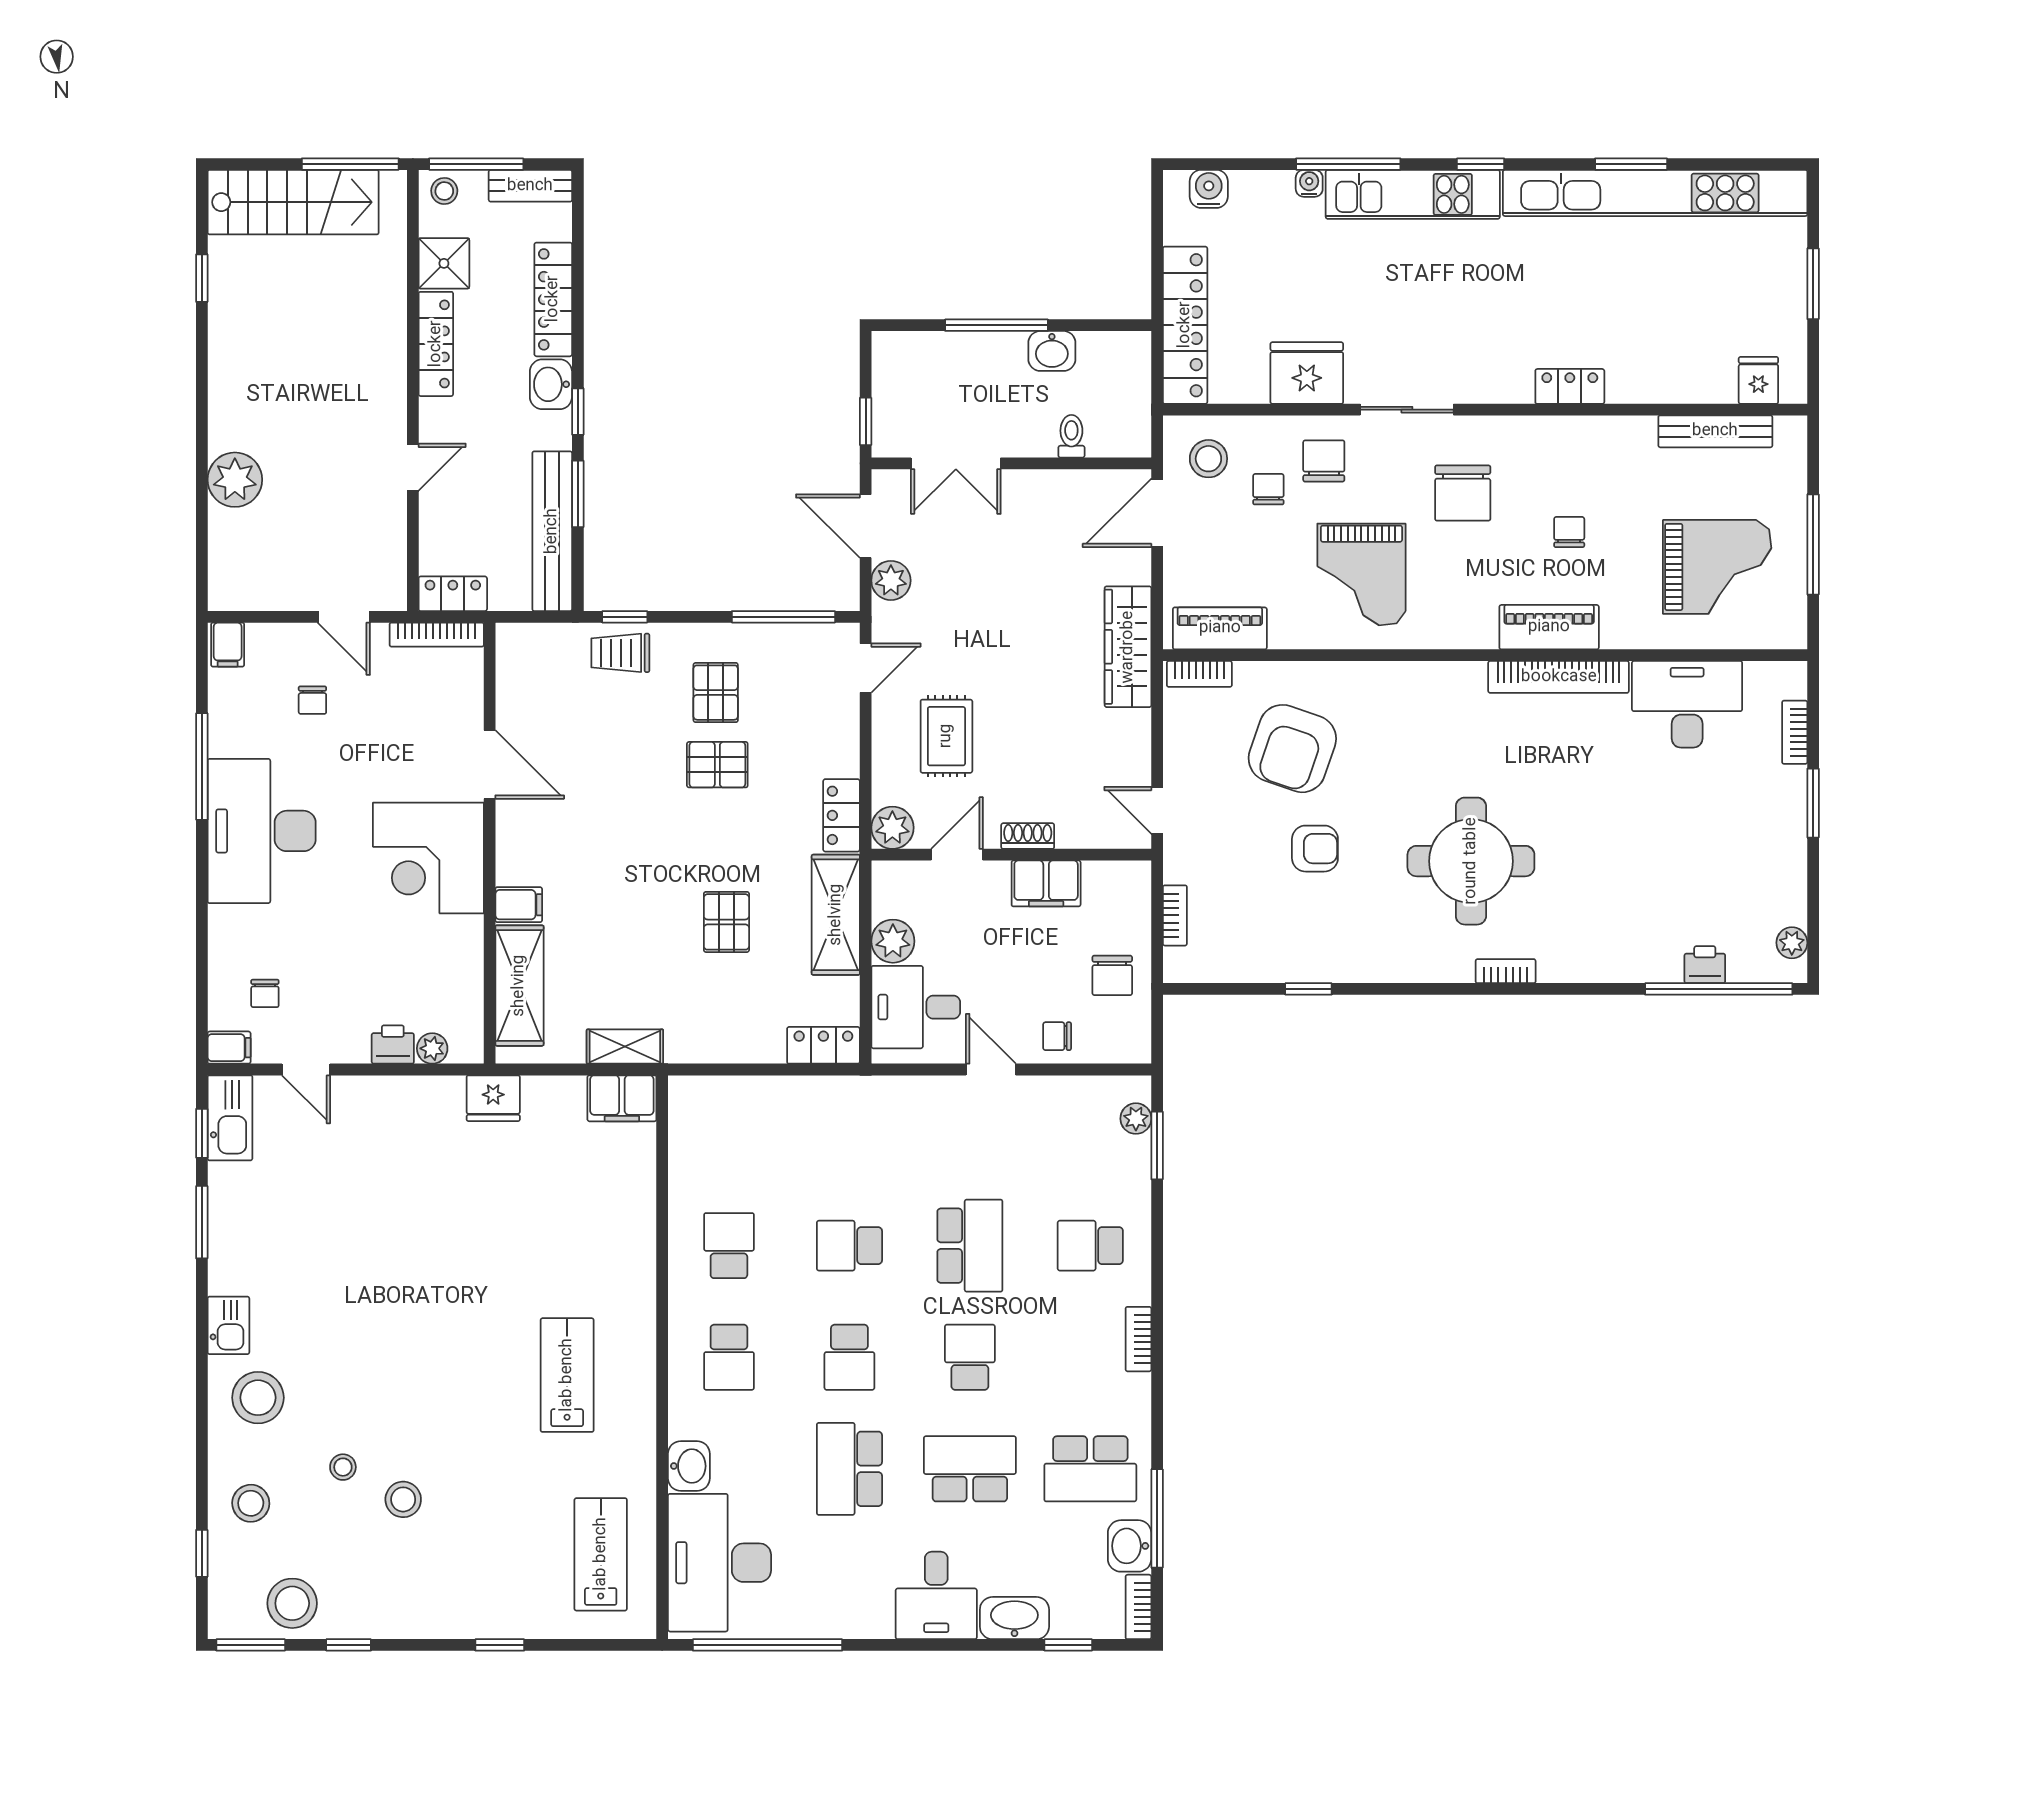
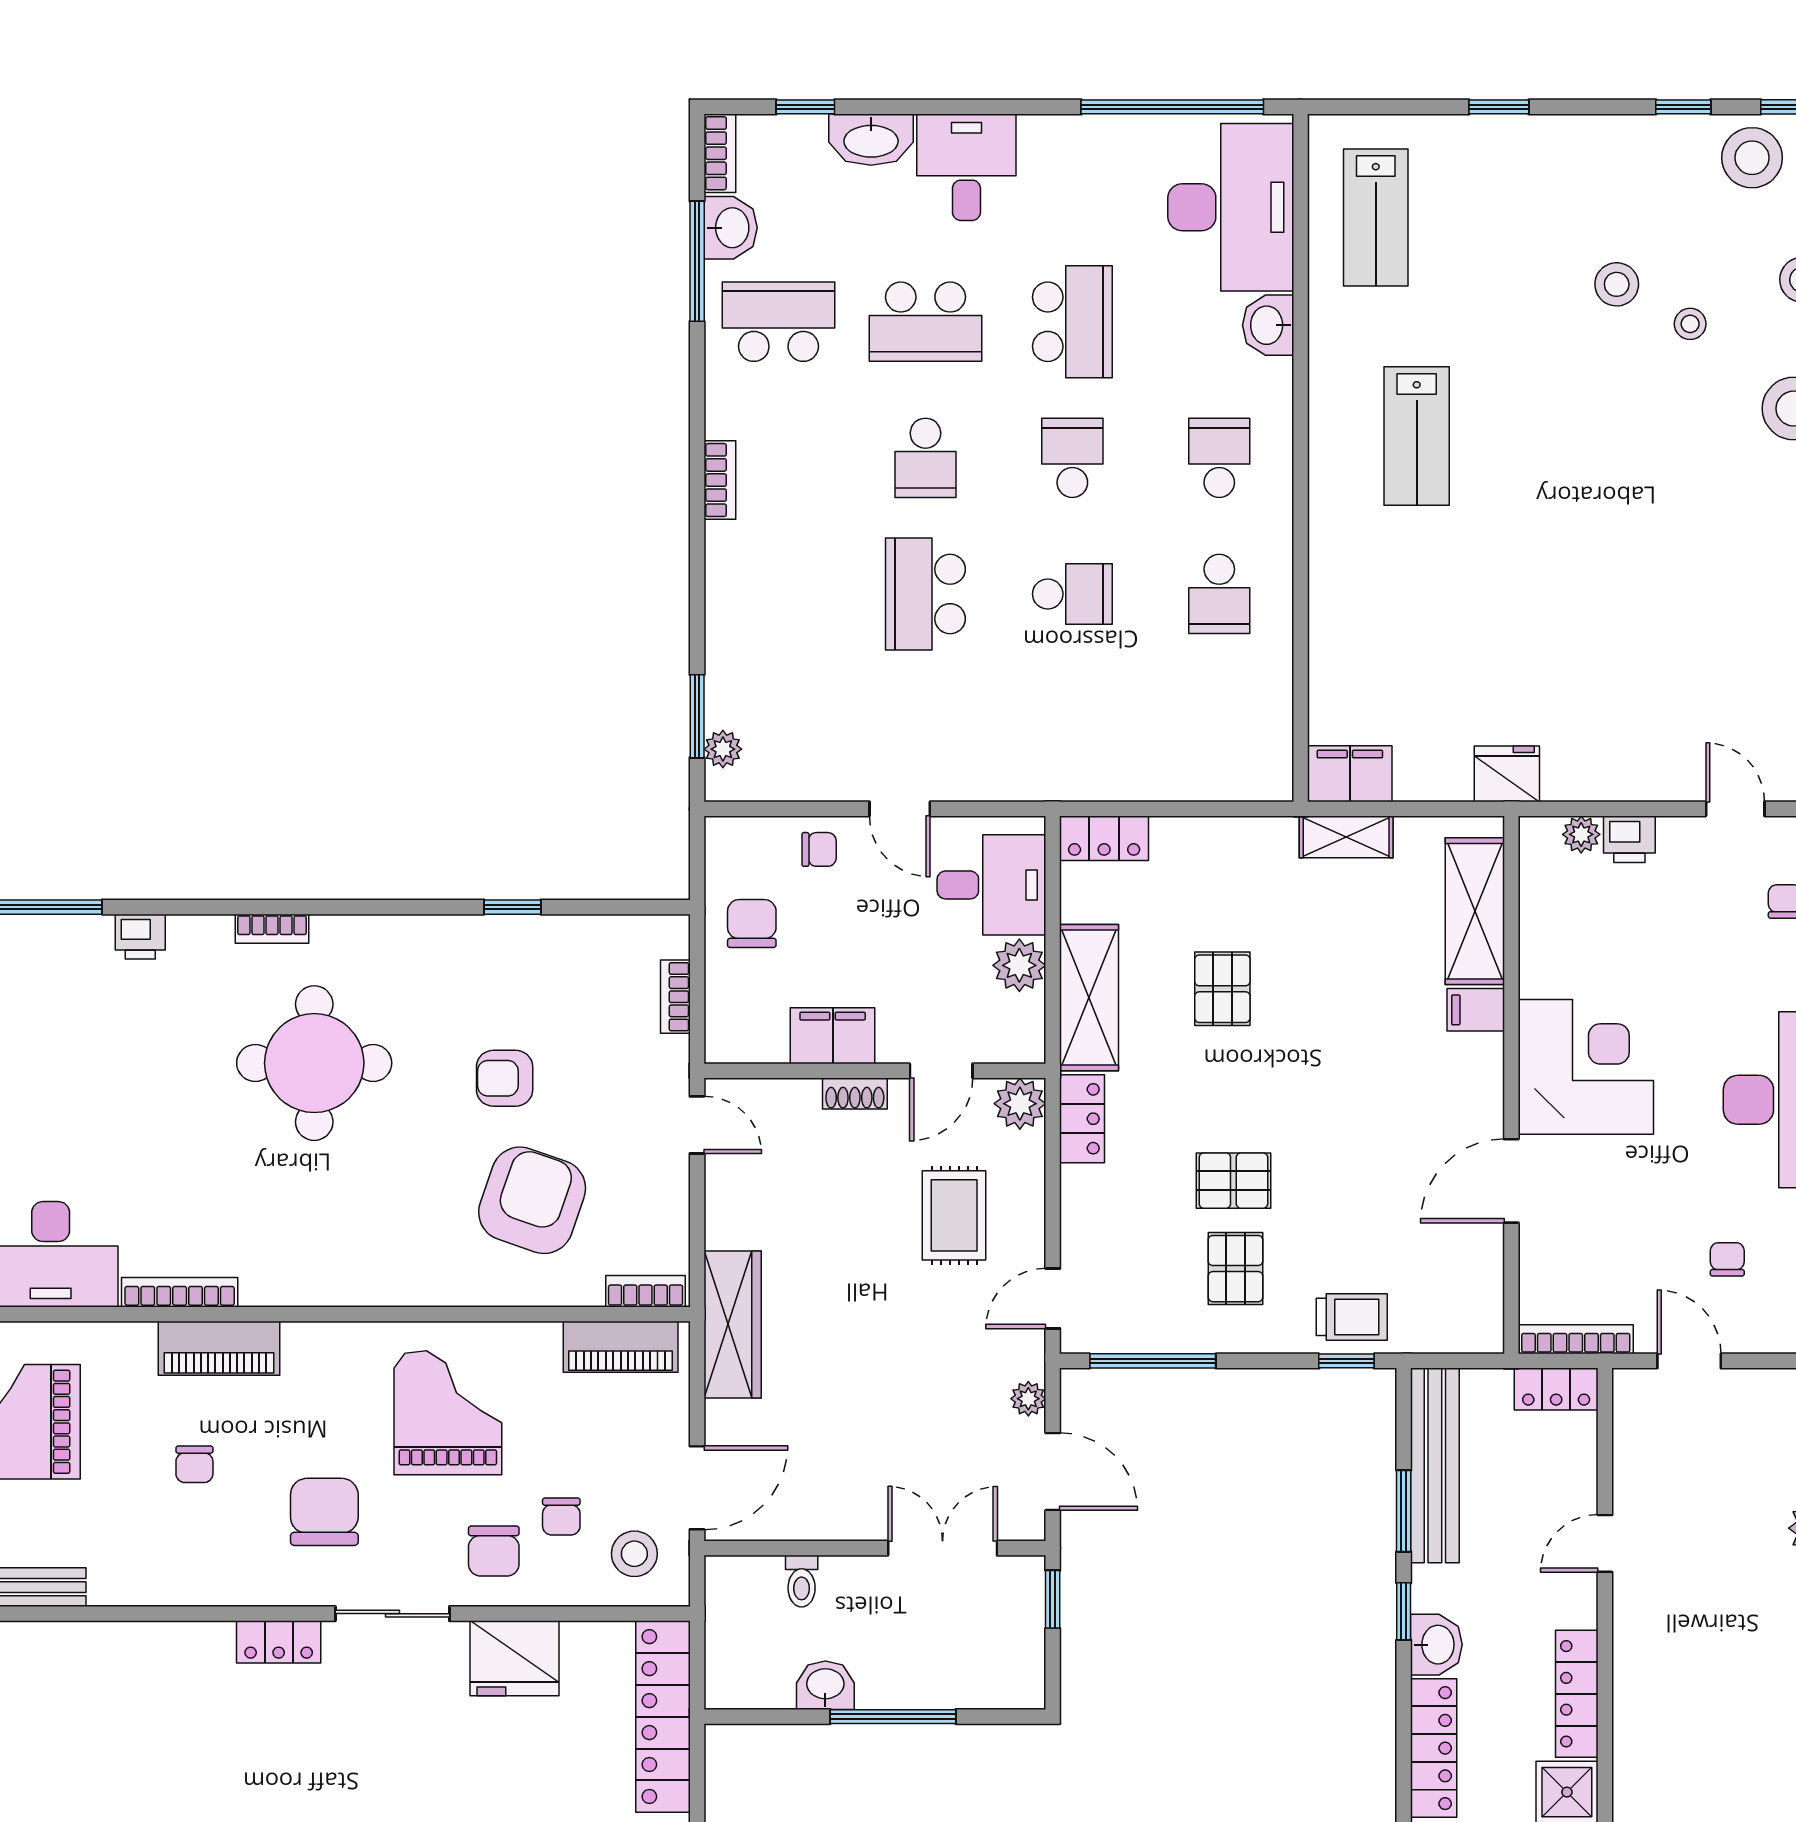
locker: (1570, 386) -> (279, 1642), moved
plant: (891, 580) -> (1028, 1399), width x0.73, depth x0.73
bookcase: (1559, 677) -> (180, 1292), width x0.68, depth x0.76
door: (490, 764) -> (1511, 1181), hinge flipped
printer: (1705, 965) -> (140, 937), moved
school desk: (1090, 1246) -> (779, 594), removed

